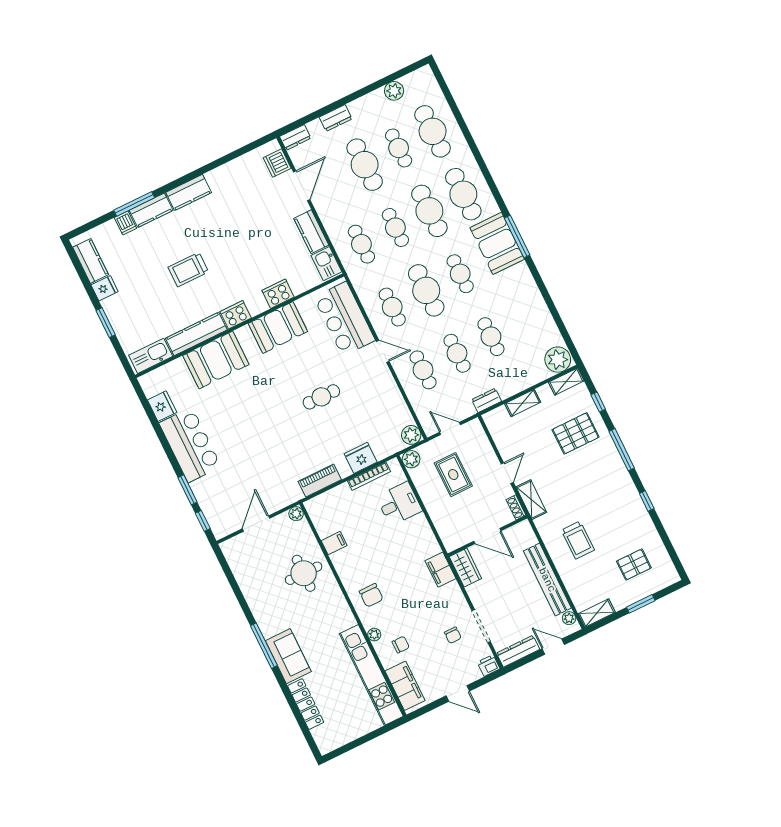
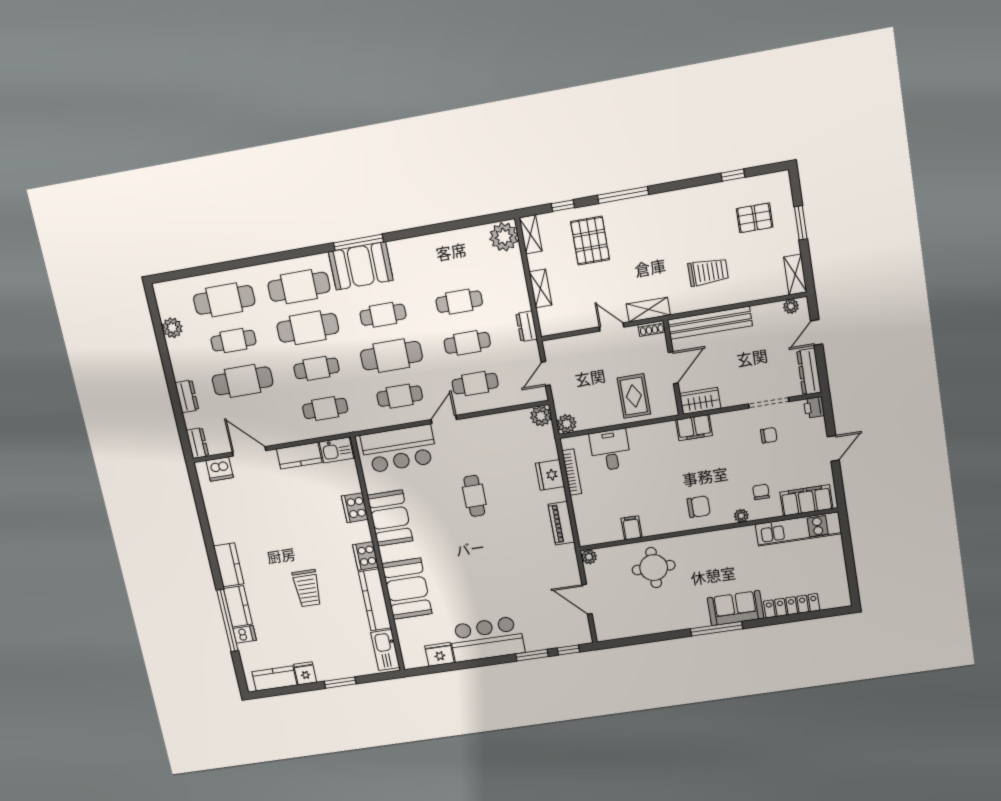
window: (134, 204) -> (227, 621), width x1.46
rug: (453, 475) -> (634, 396), moved, turned 90
window: (647, 501) -> (733, 175), moved
pallet: (634, 565) -> (755, 218), turned 90
bench: (547, 580) -> (710, 323), moved
kitchen unit: (371, 675) -> (798, 529), width x0.73

